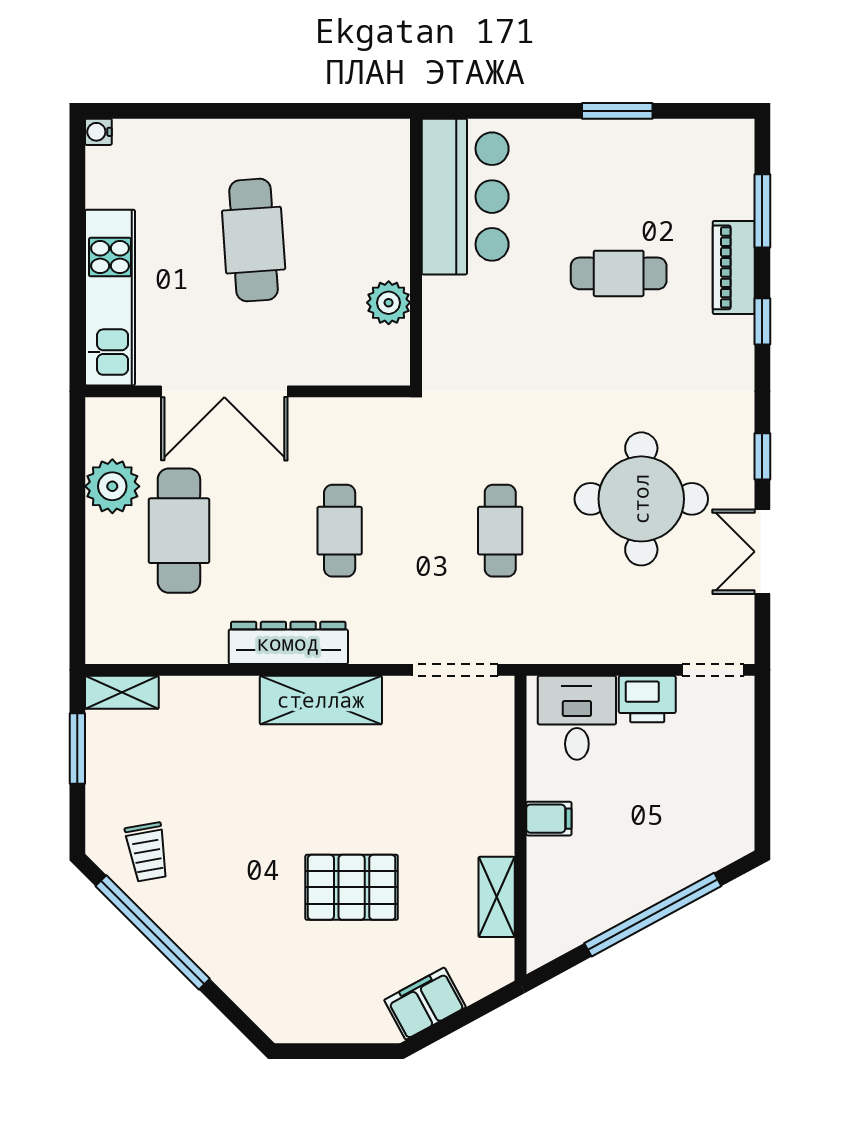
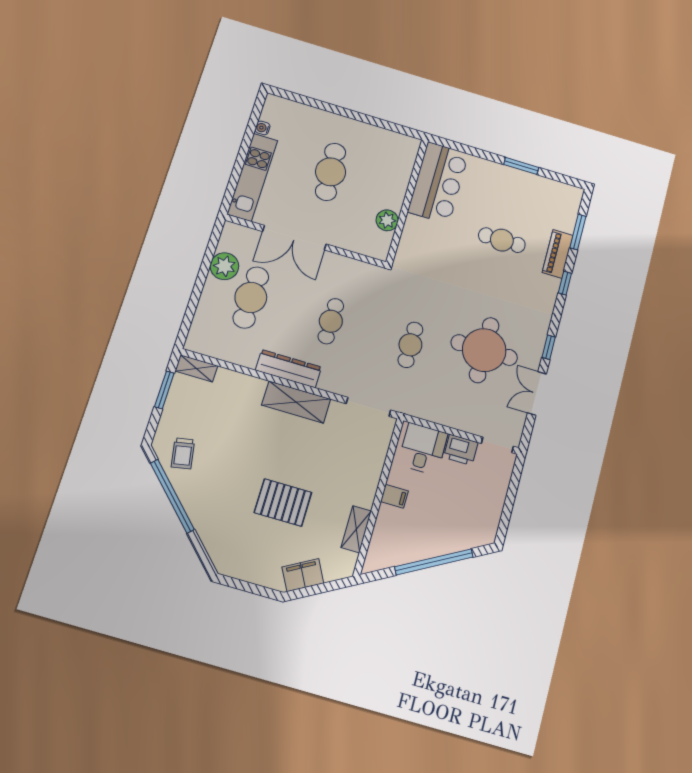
water cooler: (98, 132) -> (262, 128), moved

